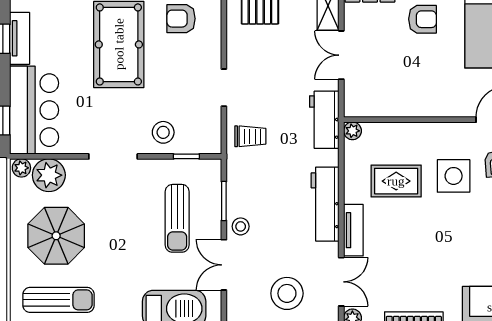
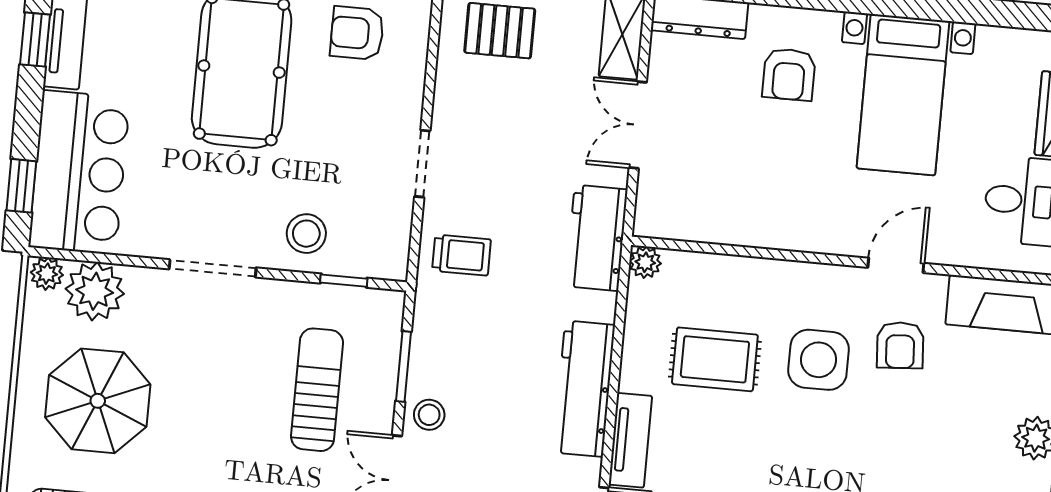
armchair: (422, 19) -> (789, 74), turned 90
sun lounger: (177, 218) -> (317, 390), turned 180

